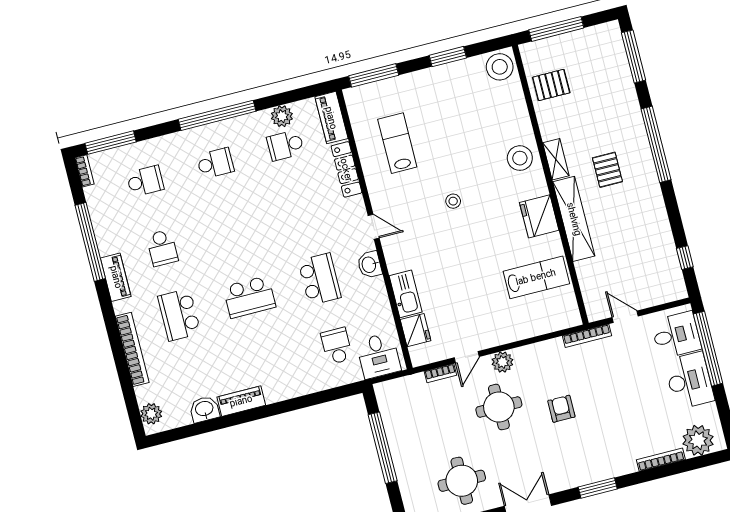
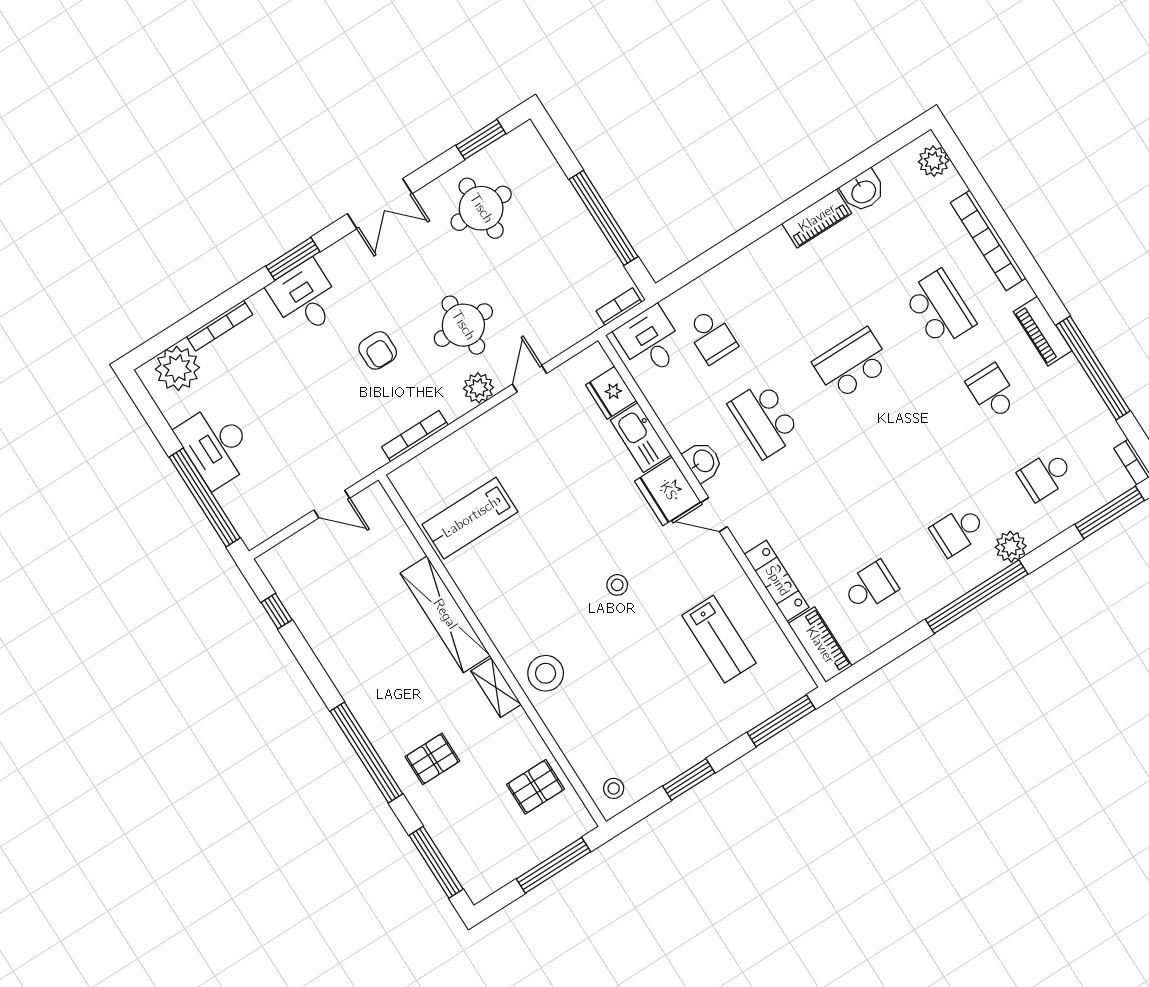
stool: (500, 67) -> (614, 788), width x0.53, depth x0.53
plant: (282, 116) -> (1011, 547), moved
pallet: (607, 170) -> (432, 759), moved, turned 90
fridge: (539, 216) -> (668, 491), moved, turned 180
desk: (676, 335) -> (305, 298), moved, turned 90
bookcase: (587, 336) -> (415, 436), moved
bookcase: (440, 373) -> (619, 307), moved

